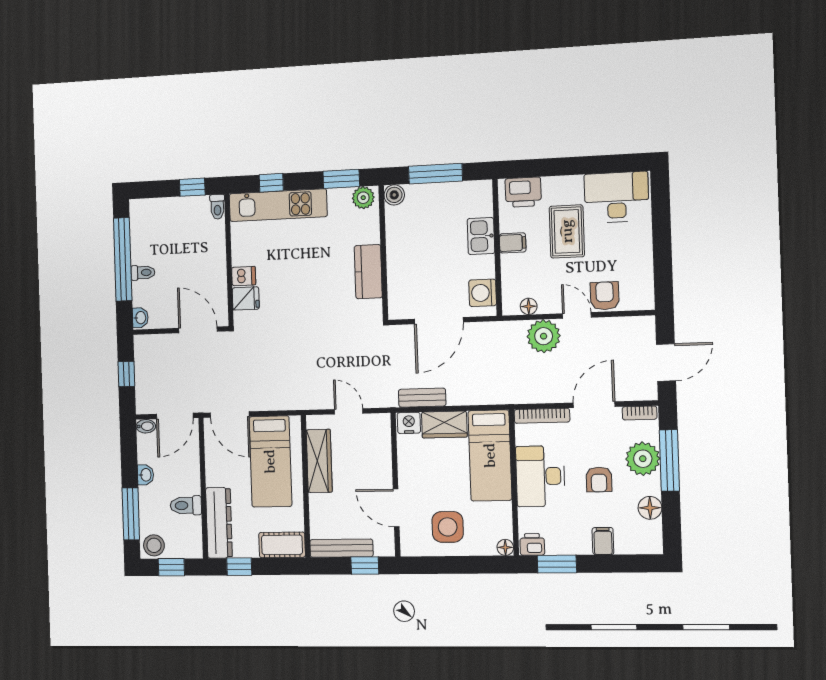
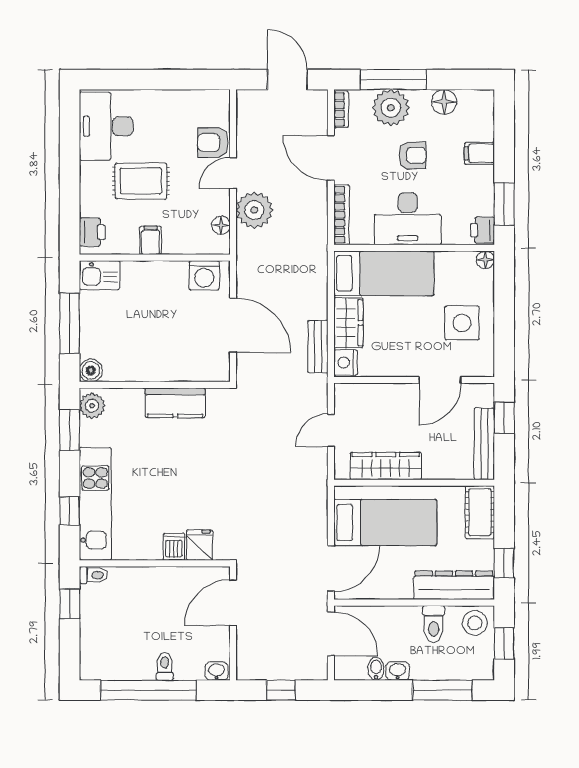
printer: (523, 192) -> (92, 232), width x0.73, depth x0.81
kitchen sink: (481, 236) -> (99, 275), moved
bidet: (146, 426) -> (376, 669), moved
stool: (154, 545) -> (475, 623), moved

